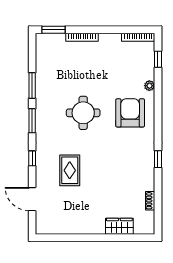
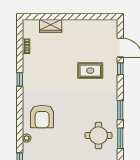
round table: (83, 113) -> (98, 136), moved
window: (32, 158) -> (120, 69), moved
rug: (70, 170) -> (90, 71), turned 90

